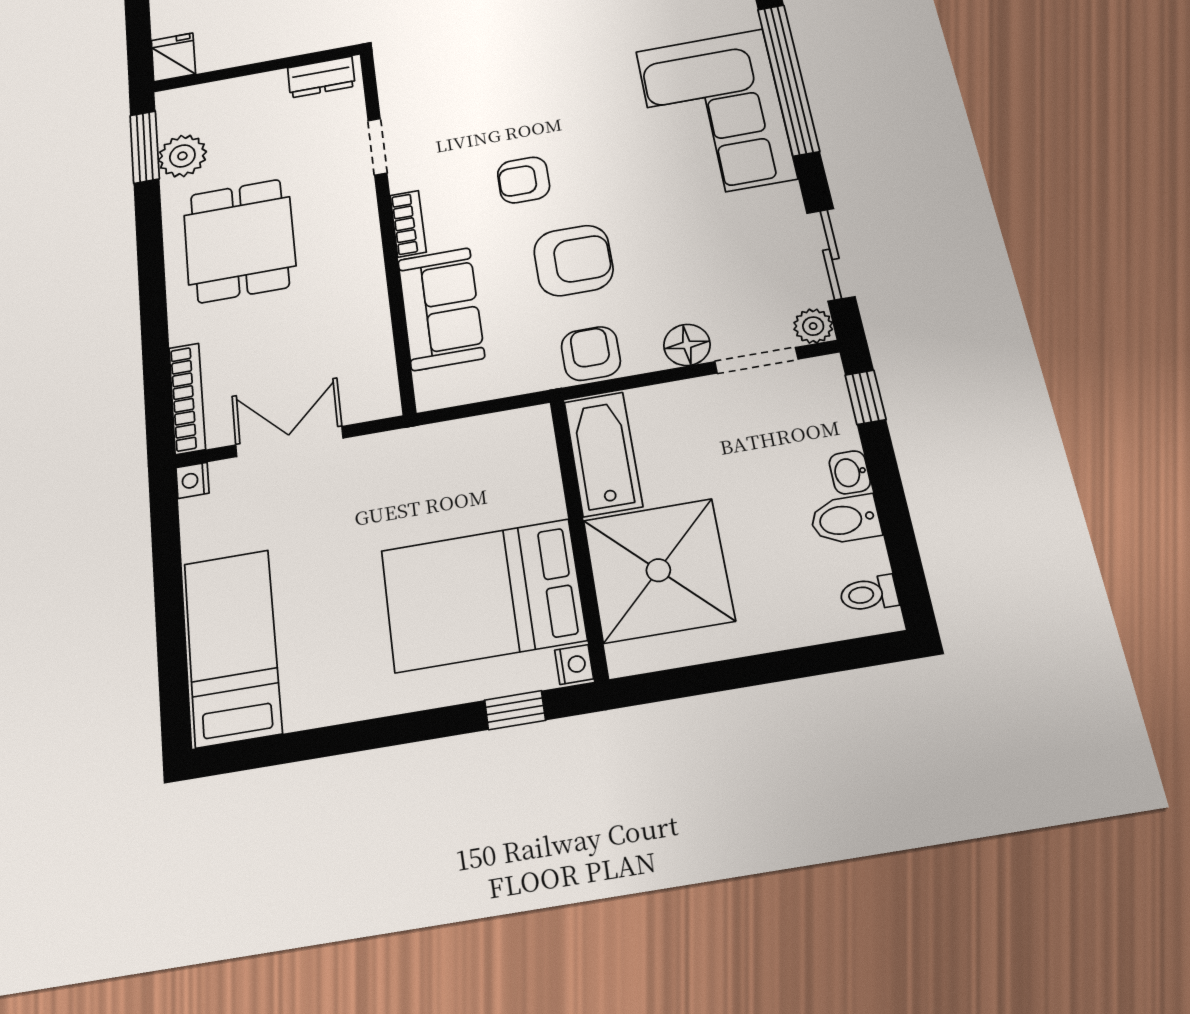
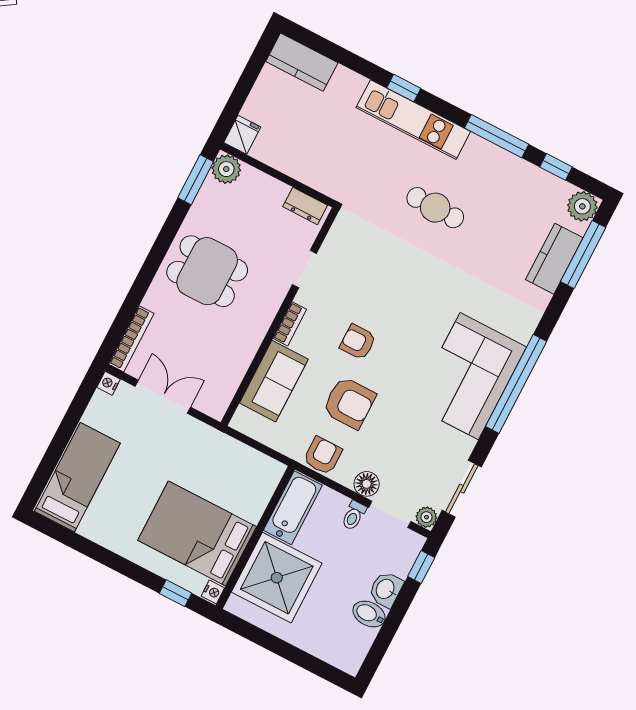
plant: (182, 156) -> (226, 169), moved
dining table: (240, 241) -> (207, 271), turned 90
washbasin: (850, 472) -> (386, 589), width x1.38, depth x1.45
toilet: (869, 594) -> (354, 516), moved, turned -90

